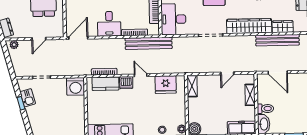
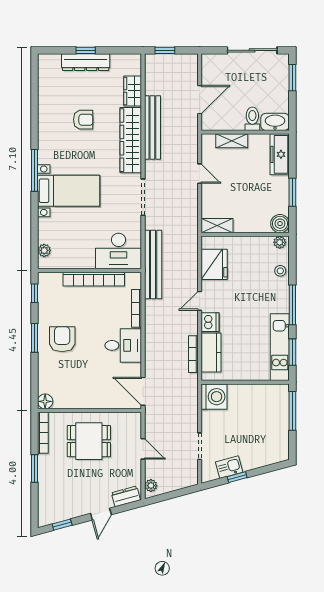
bench: (277, 40) -> (152, 127), moved
bench: (149, 43) -> (153, 264), moved

